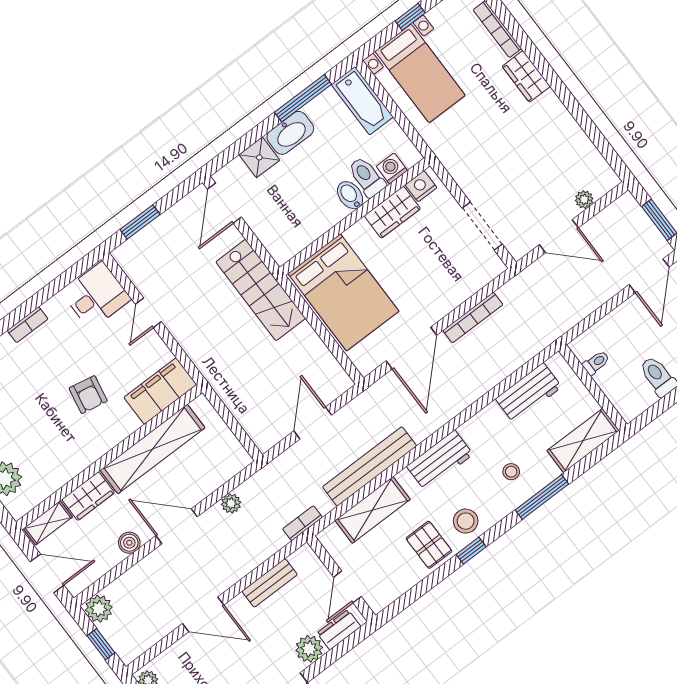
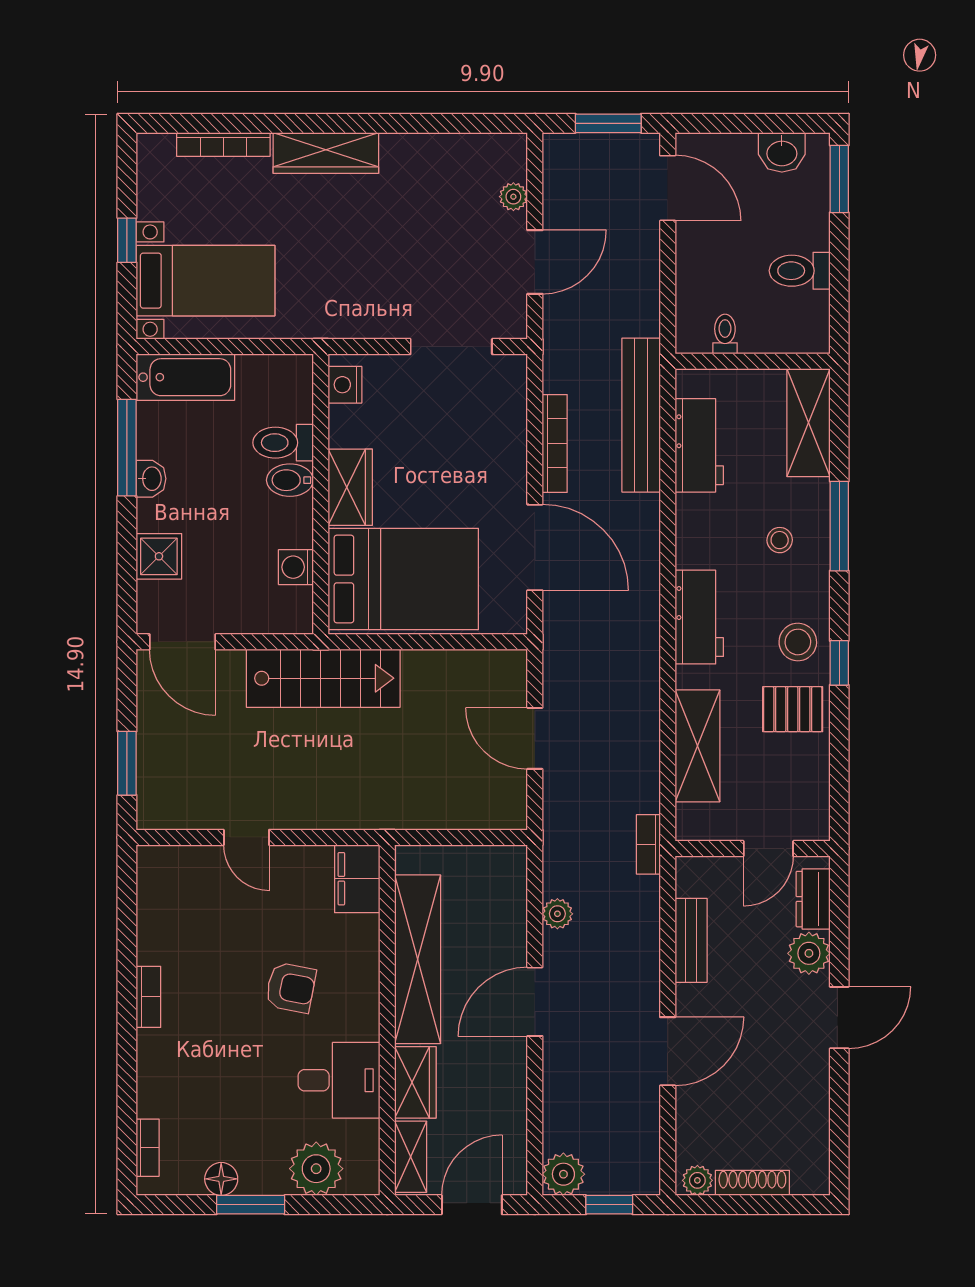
wardrobe: (526, 76) -> (326, 153), width x1.50
washbasin: (290, 133) -> (151, 479), width x0.52, depth x0.69
washing machine: (392, 168) -> (296, 567), moved
wardrobe: (392, 212) -> (350, 487), moved
desk: (96, 296) -> (339, 1080), moved, turned 90
filing cabinet: (160, 391) -> (357, 879), width x0.67, depth x0.86
bench: (370, 466) -> (641, 415), moved
boiler: (129, 543) -> (511, 1075), removed
door: (347, 587) -> (768, 849), hinge flipped

